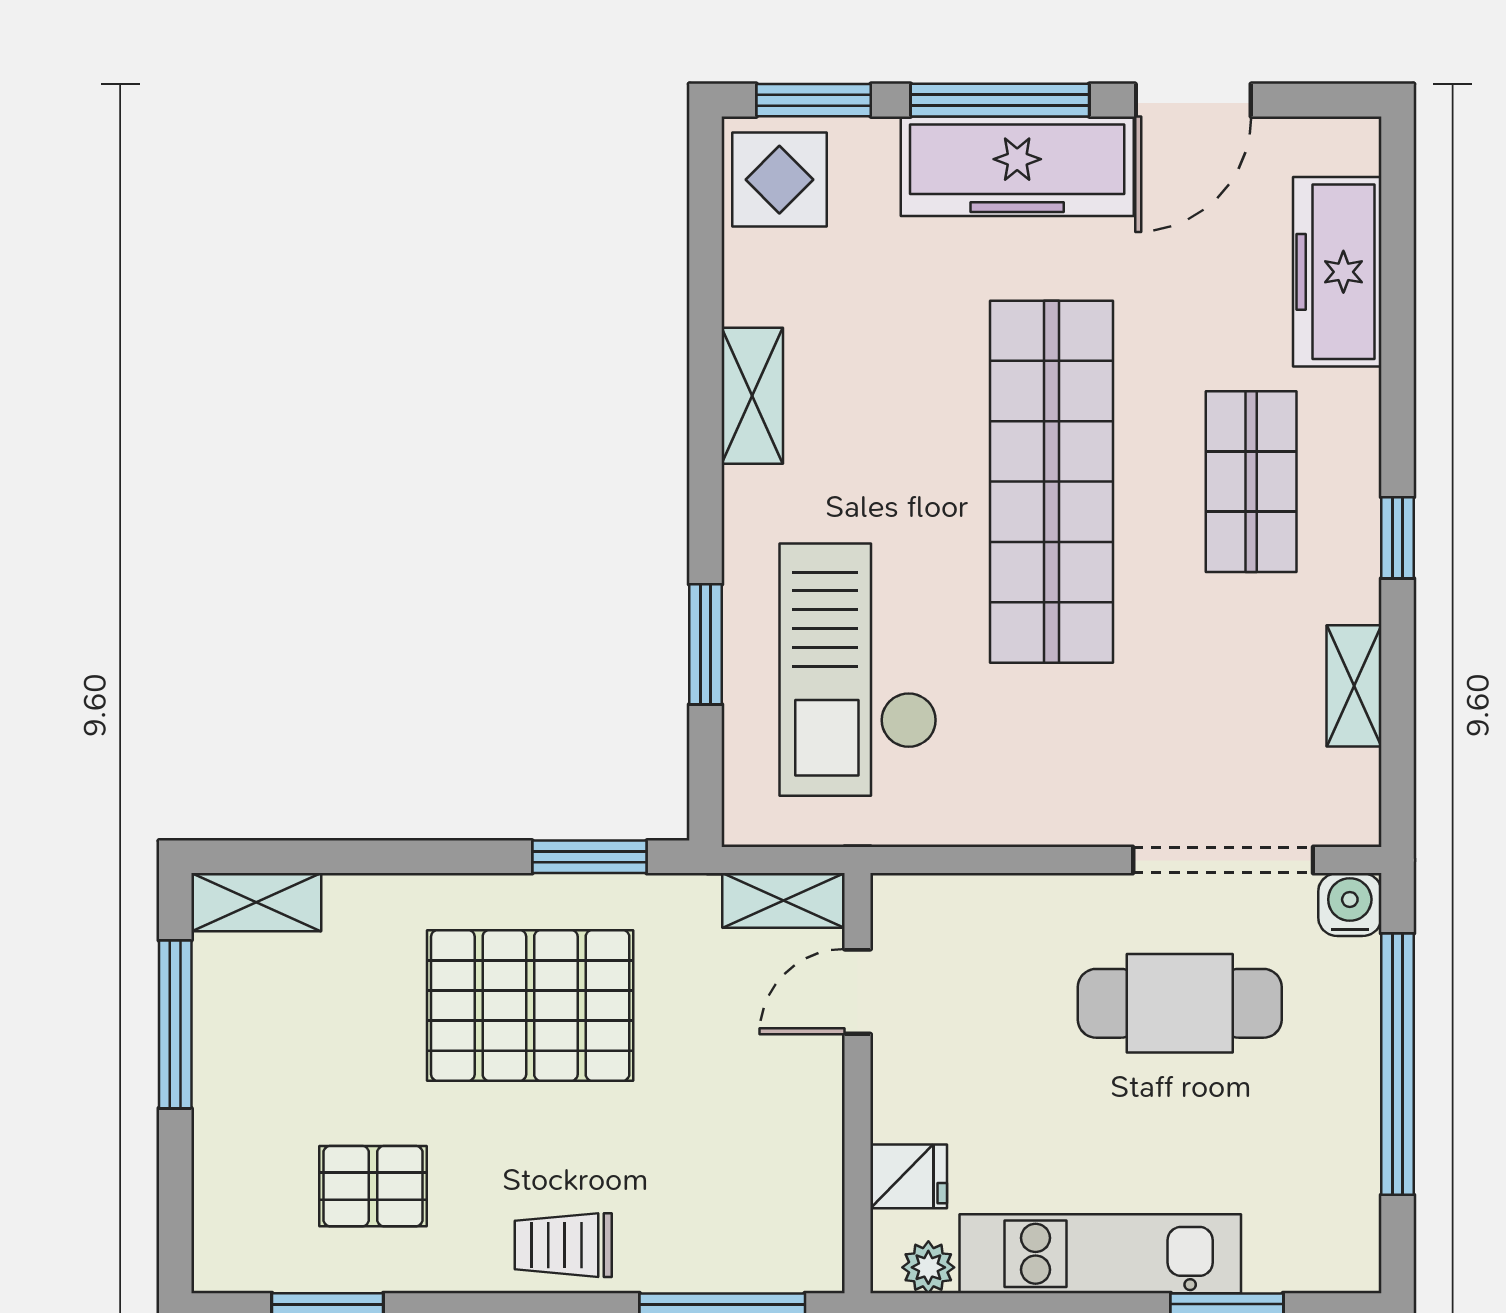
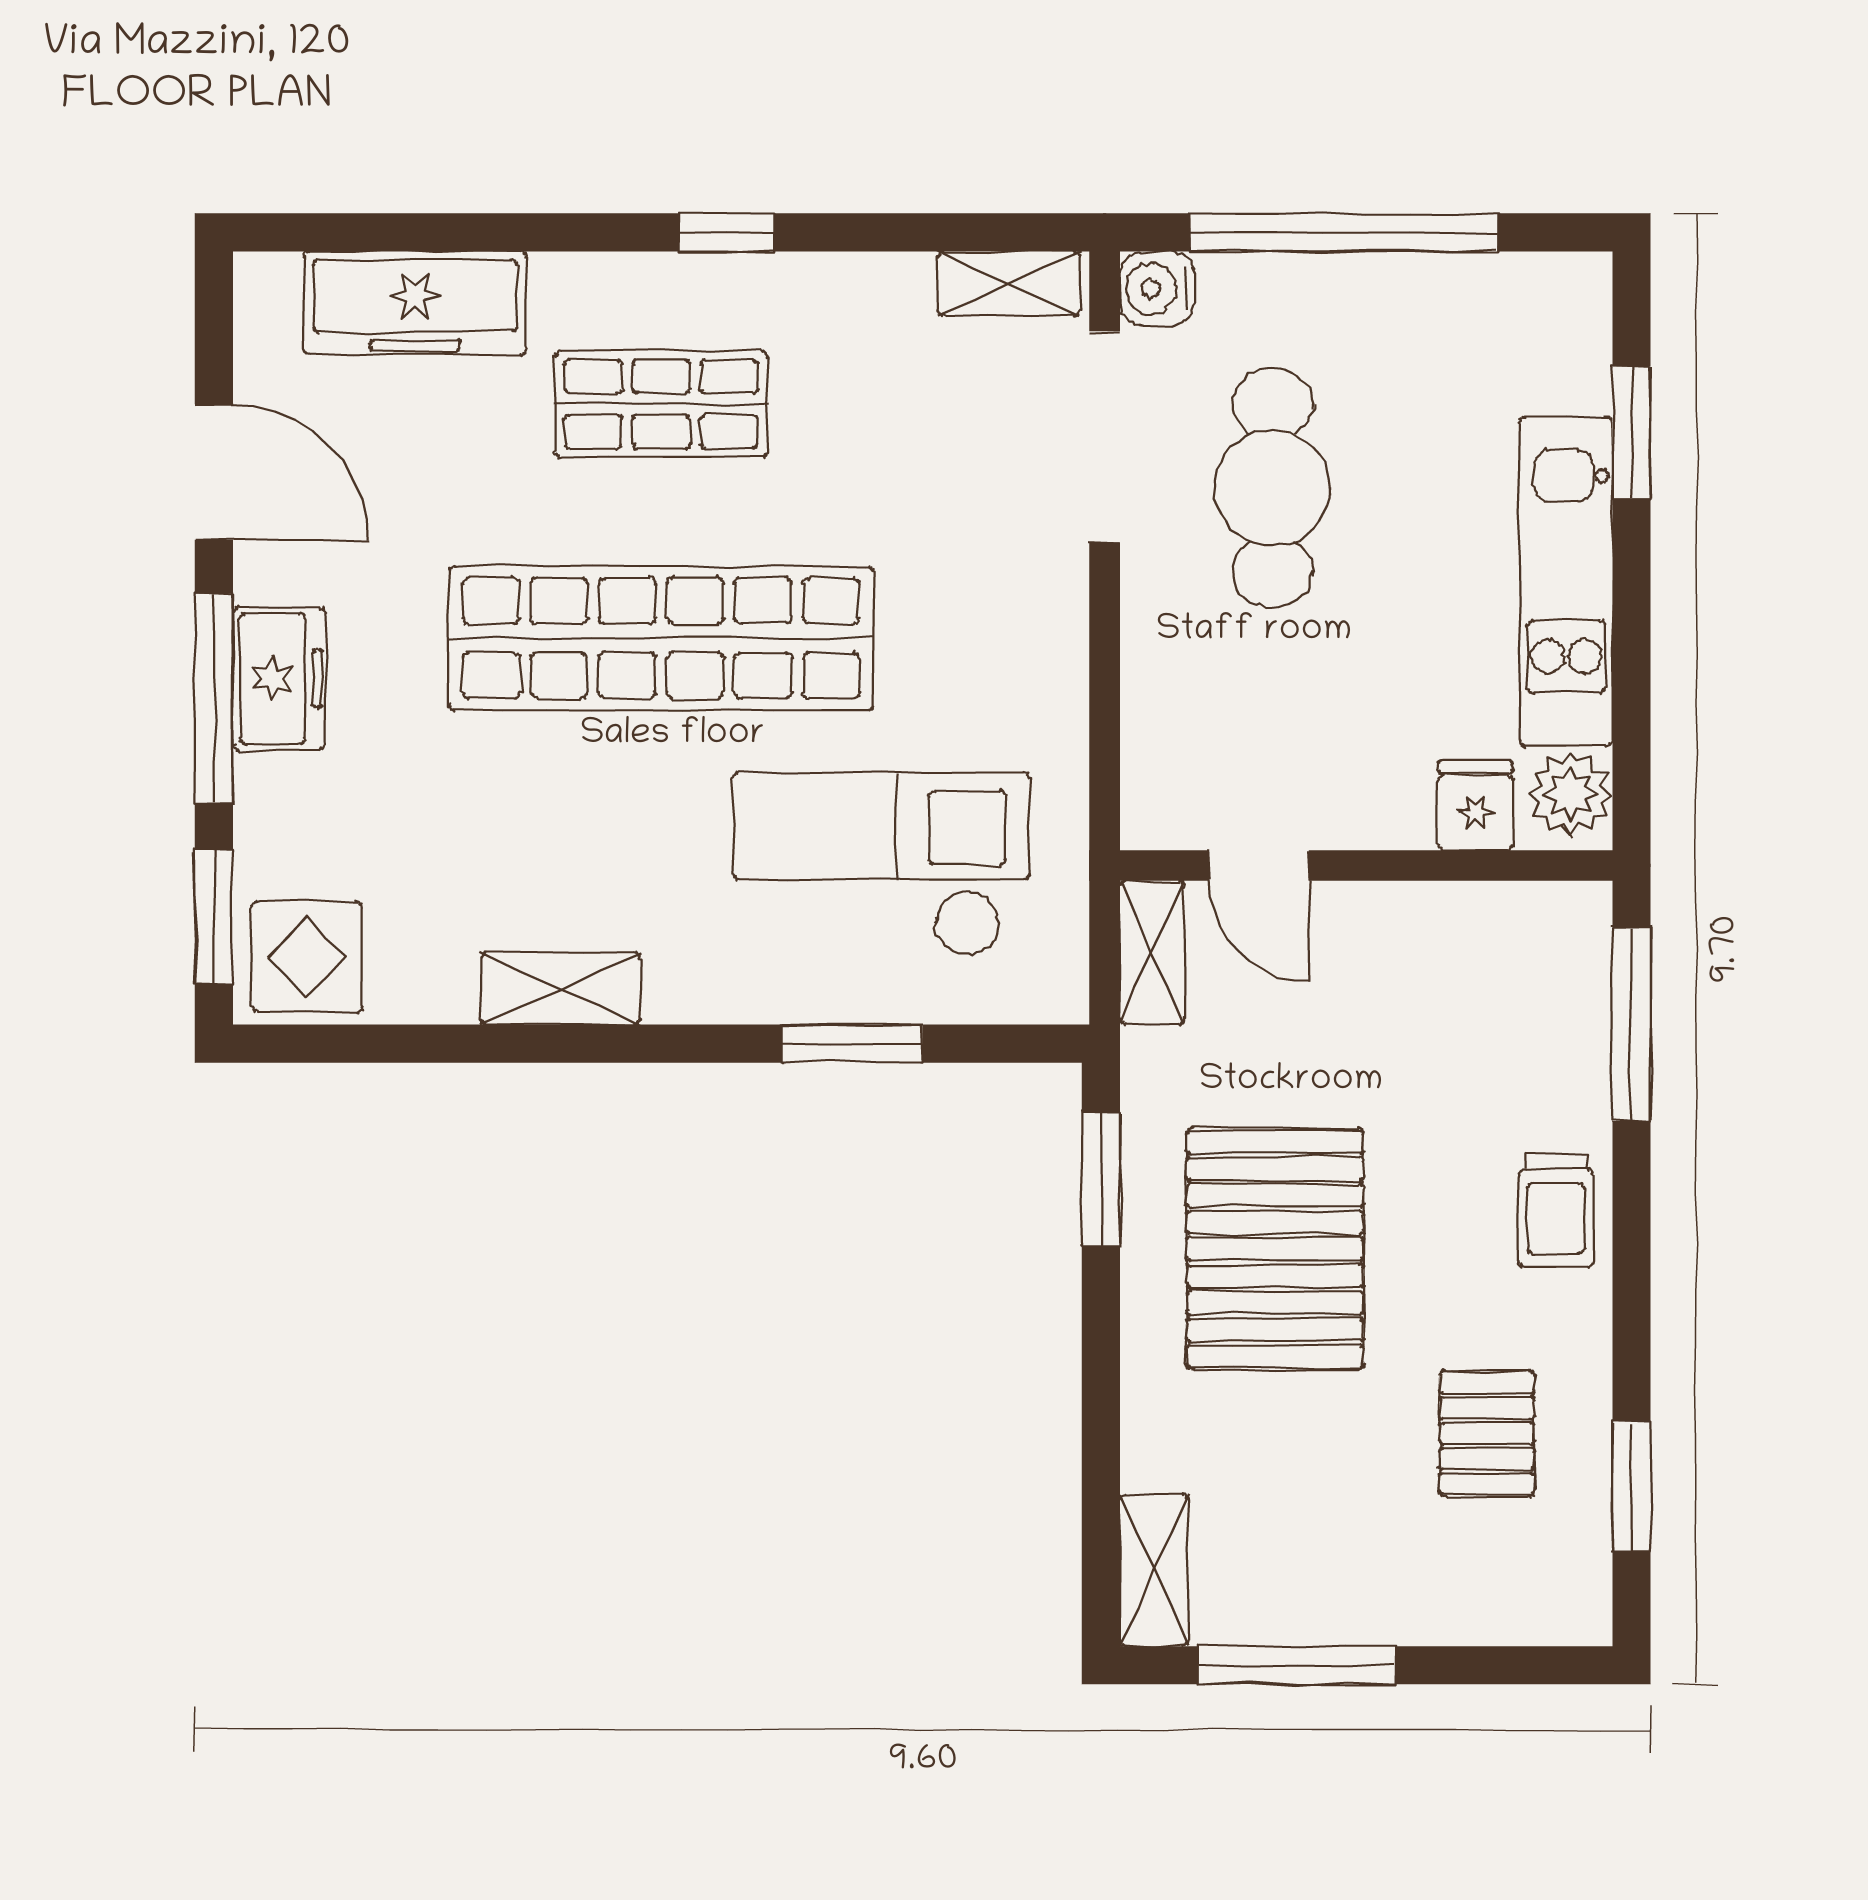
freezer: (1017, 166) -> (279, 678), width x0.52, depth x0.79
checkout: (858, 670) -> (881, 865), turned 180
shelving: (1354, 686) -> (1009, 283), moved
plant: (928, 1267) -> (1571, 794), width x1.38, depth x1.38

